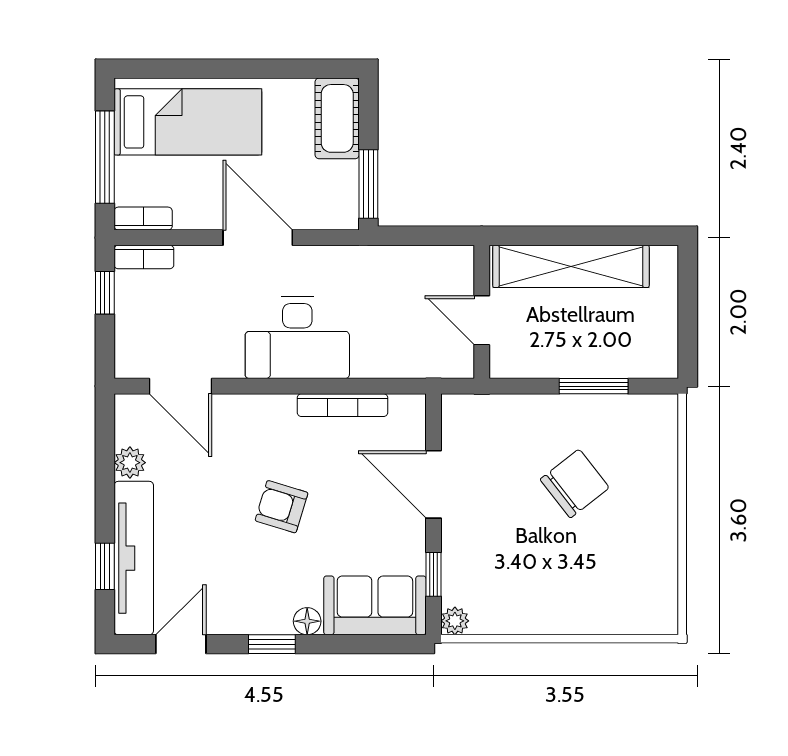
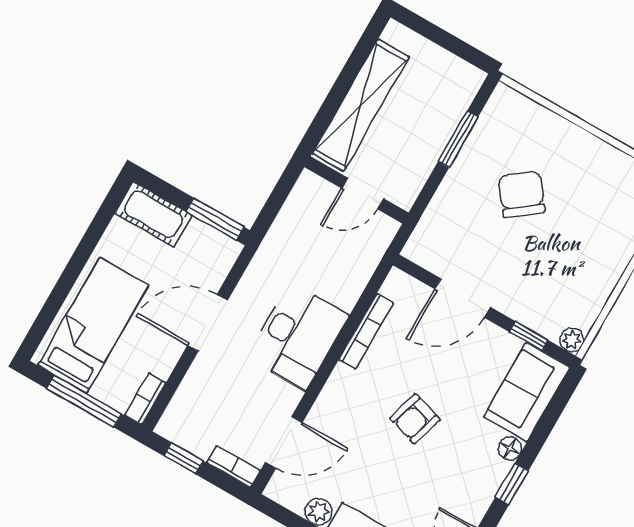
bookcase: (144, 257) -> (234, 466), moved, turned -90

